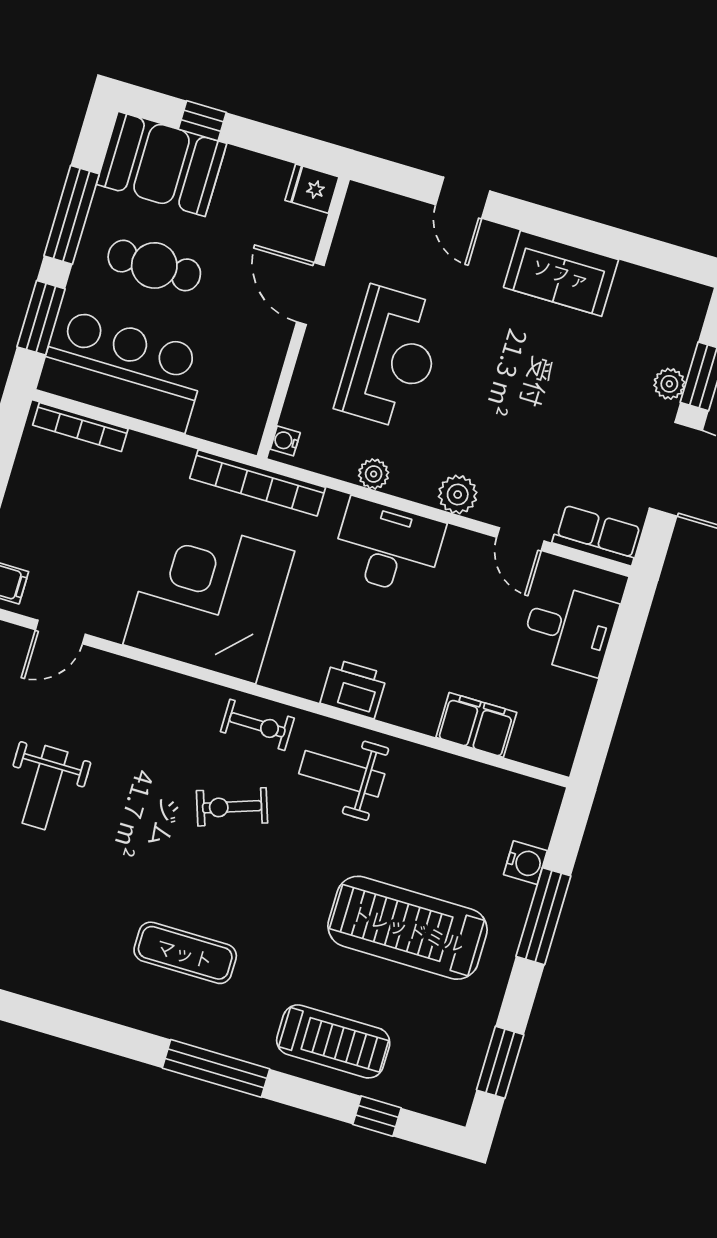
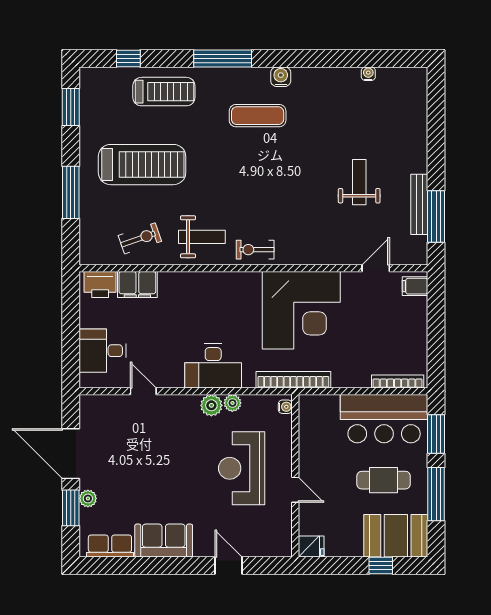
door: (310, 294) -> (295, 490), width x0.73
plant: (458, 495) -> (211, 405), moved
row of seats: (597, 535) -> (110, 546), moved, turned 180
printer: (354, 689) -> (100, 284), moved
exercise bike: (232, 807) -> (140, 238), moved
water cooler: (525, 863) -> (281, 77), moved, turned 90
treadmill: (333, 1041) -> (164, 92), turned 180

